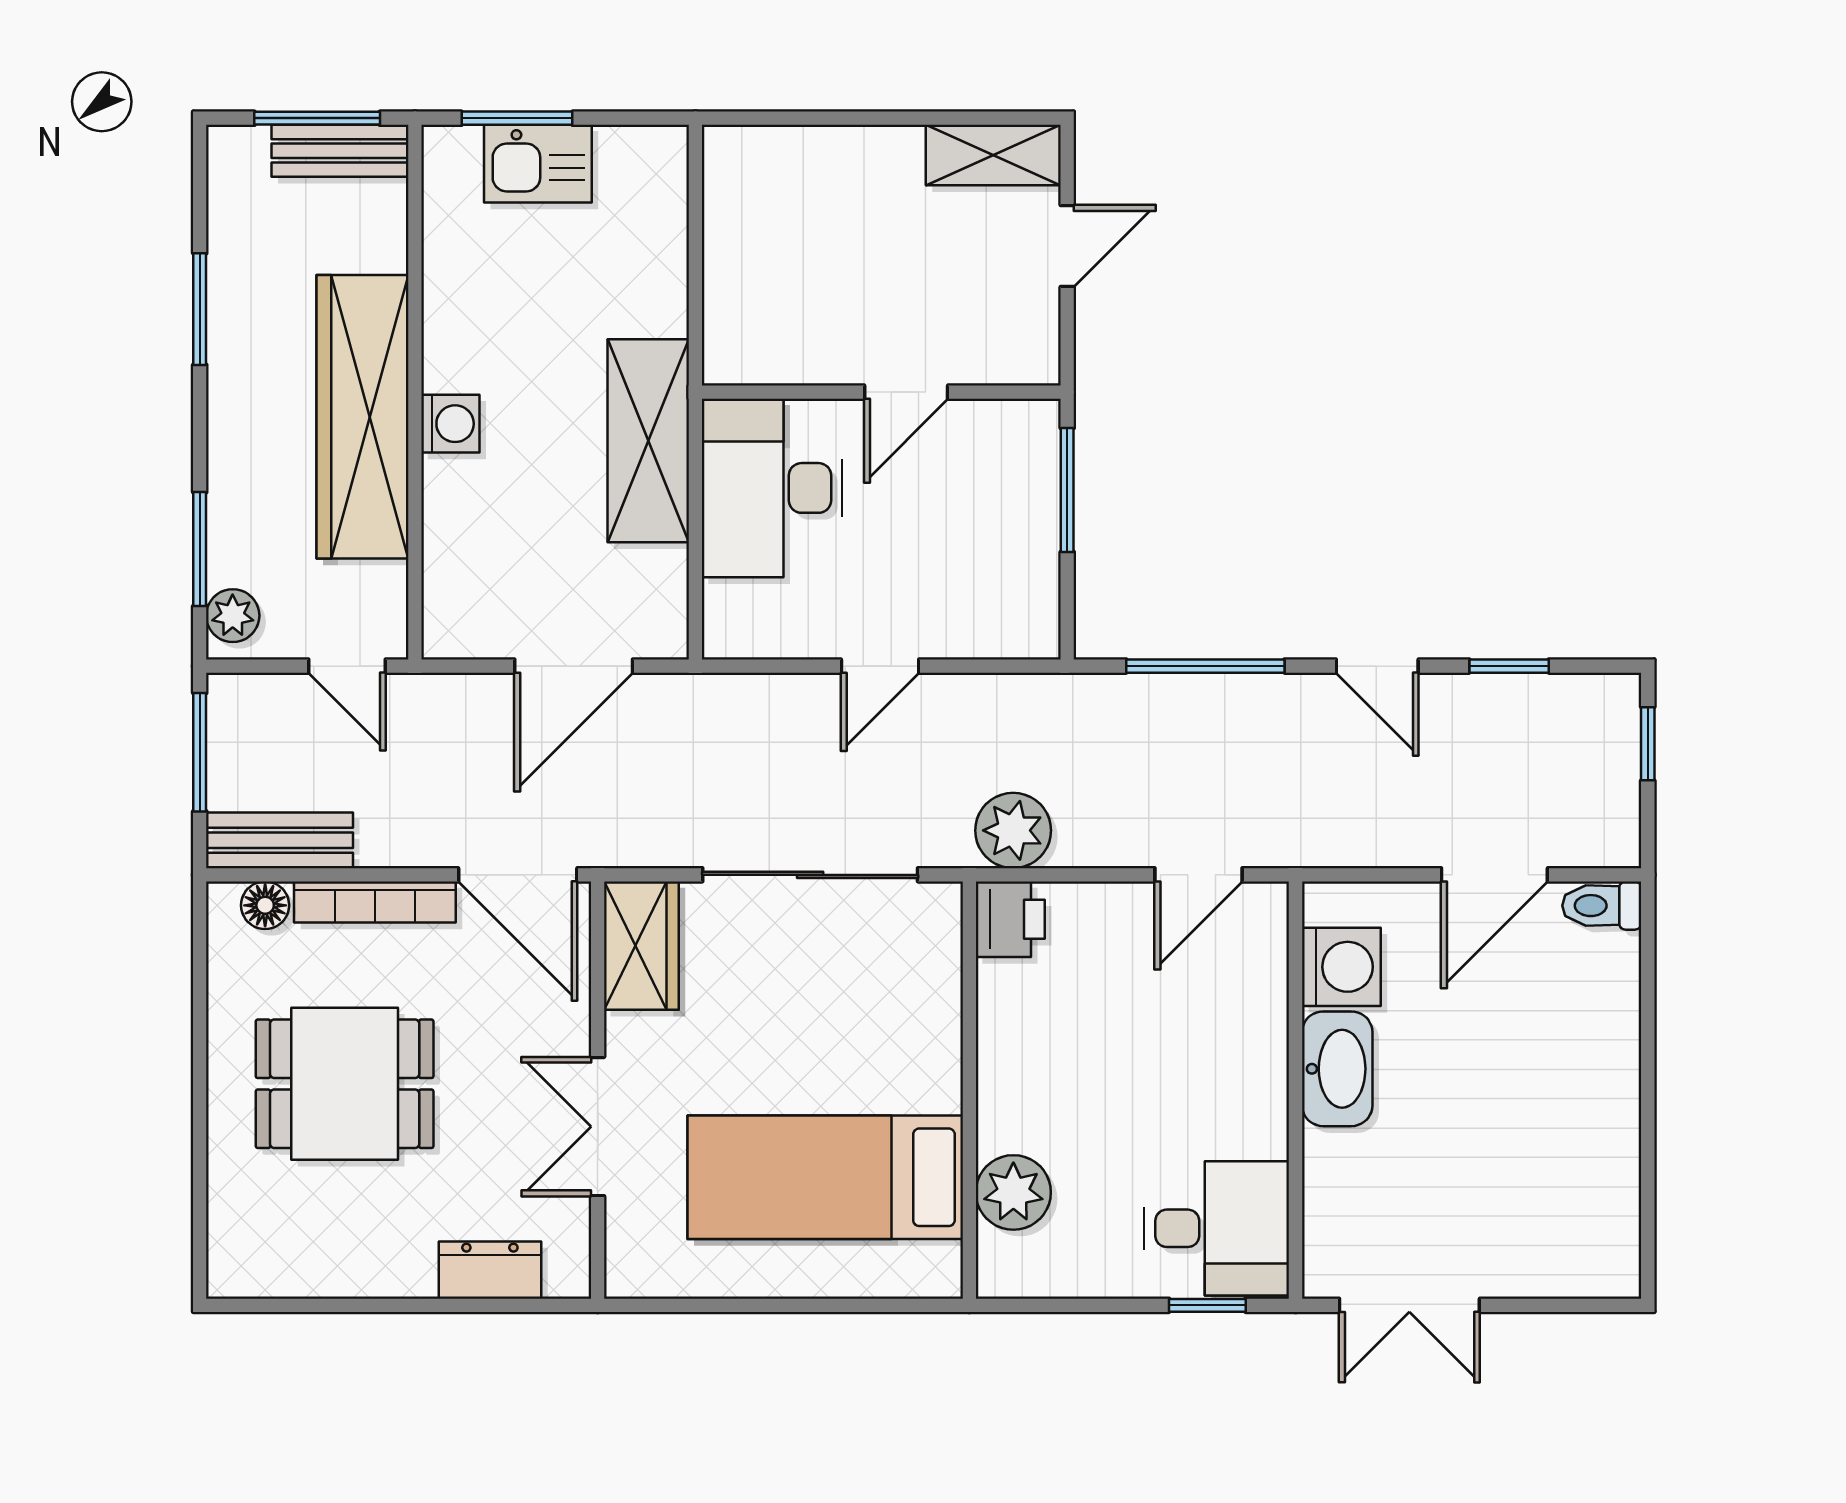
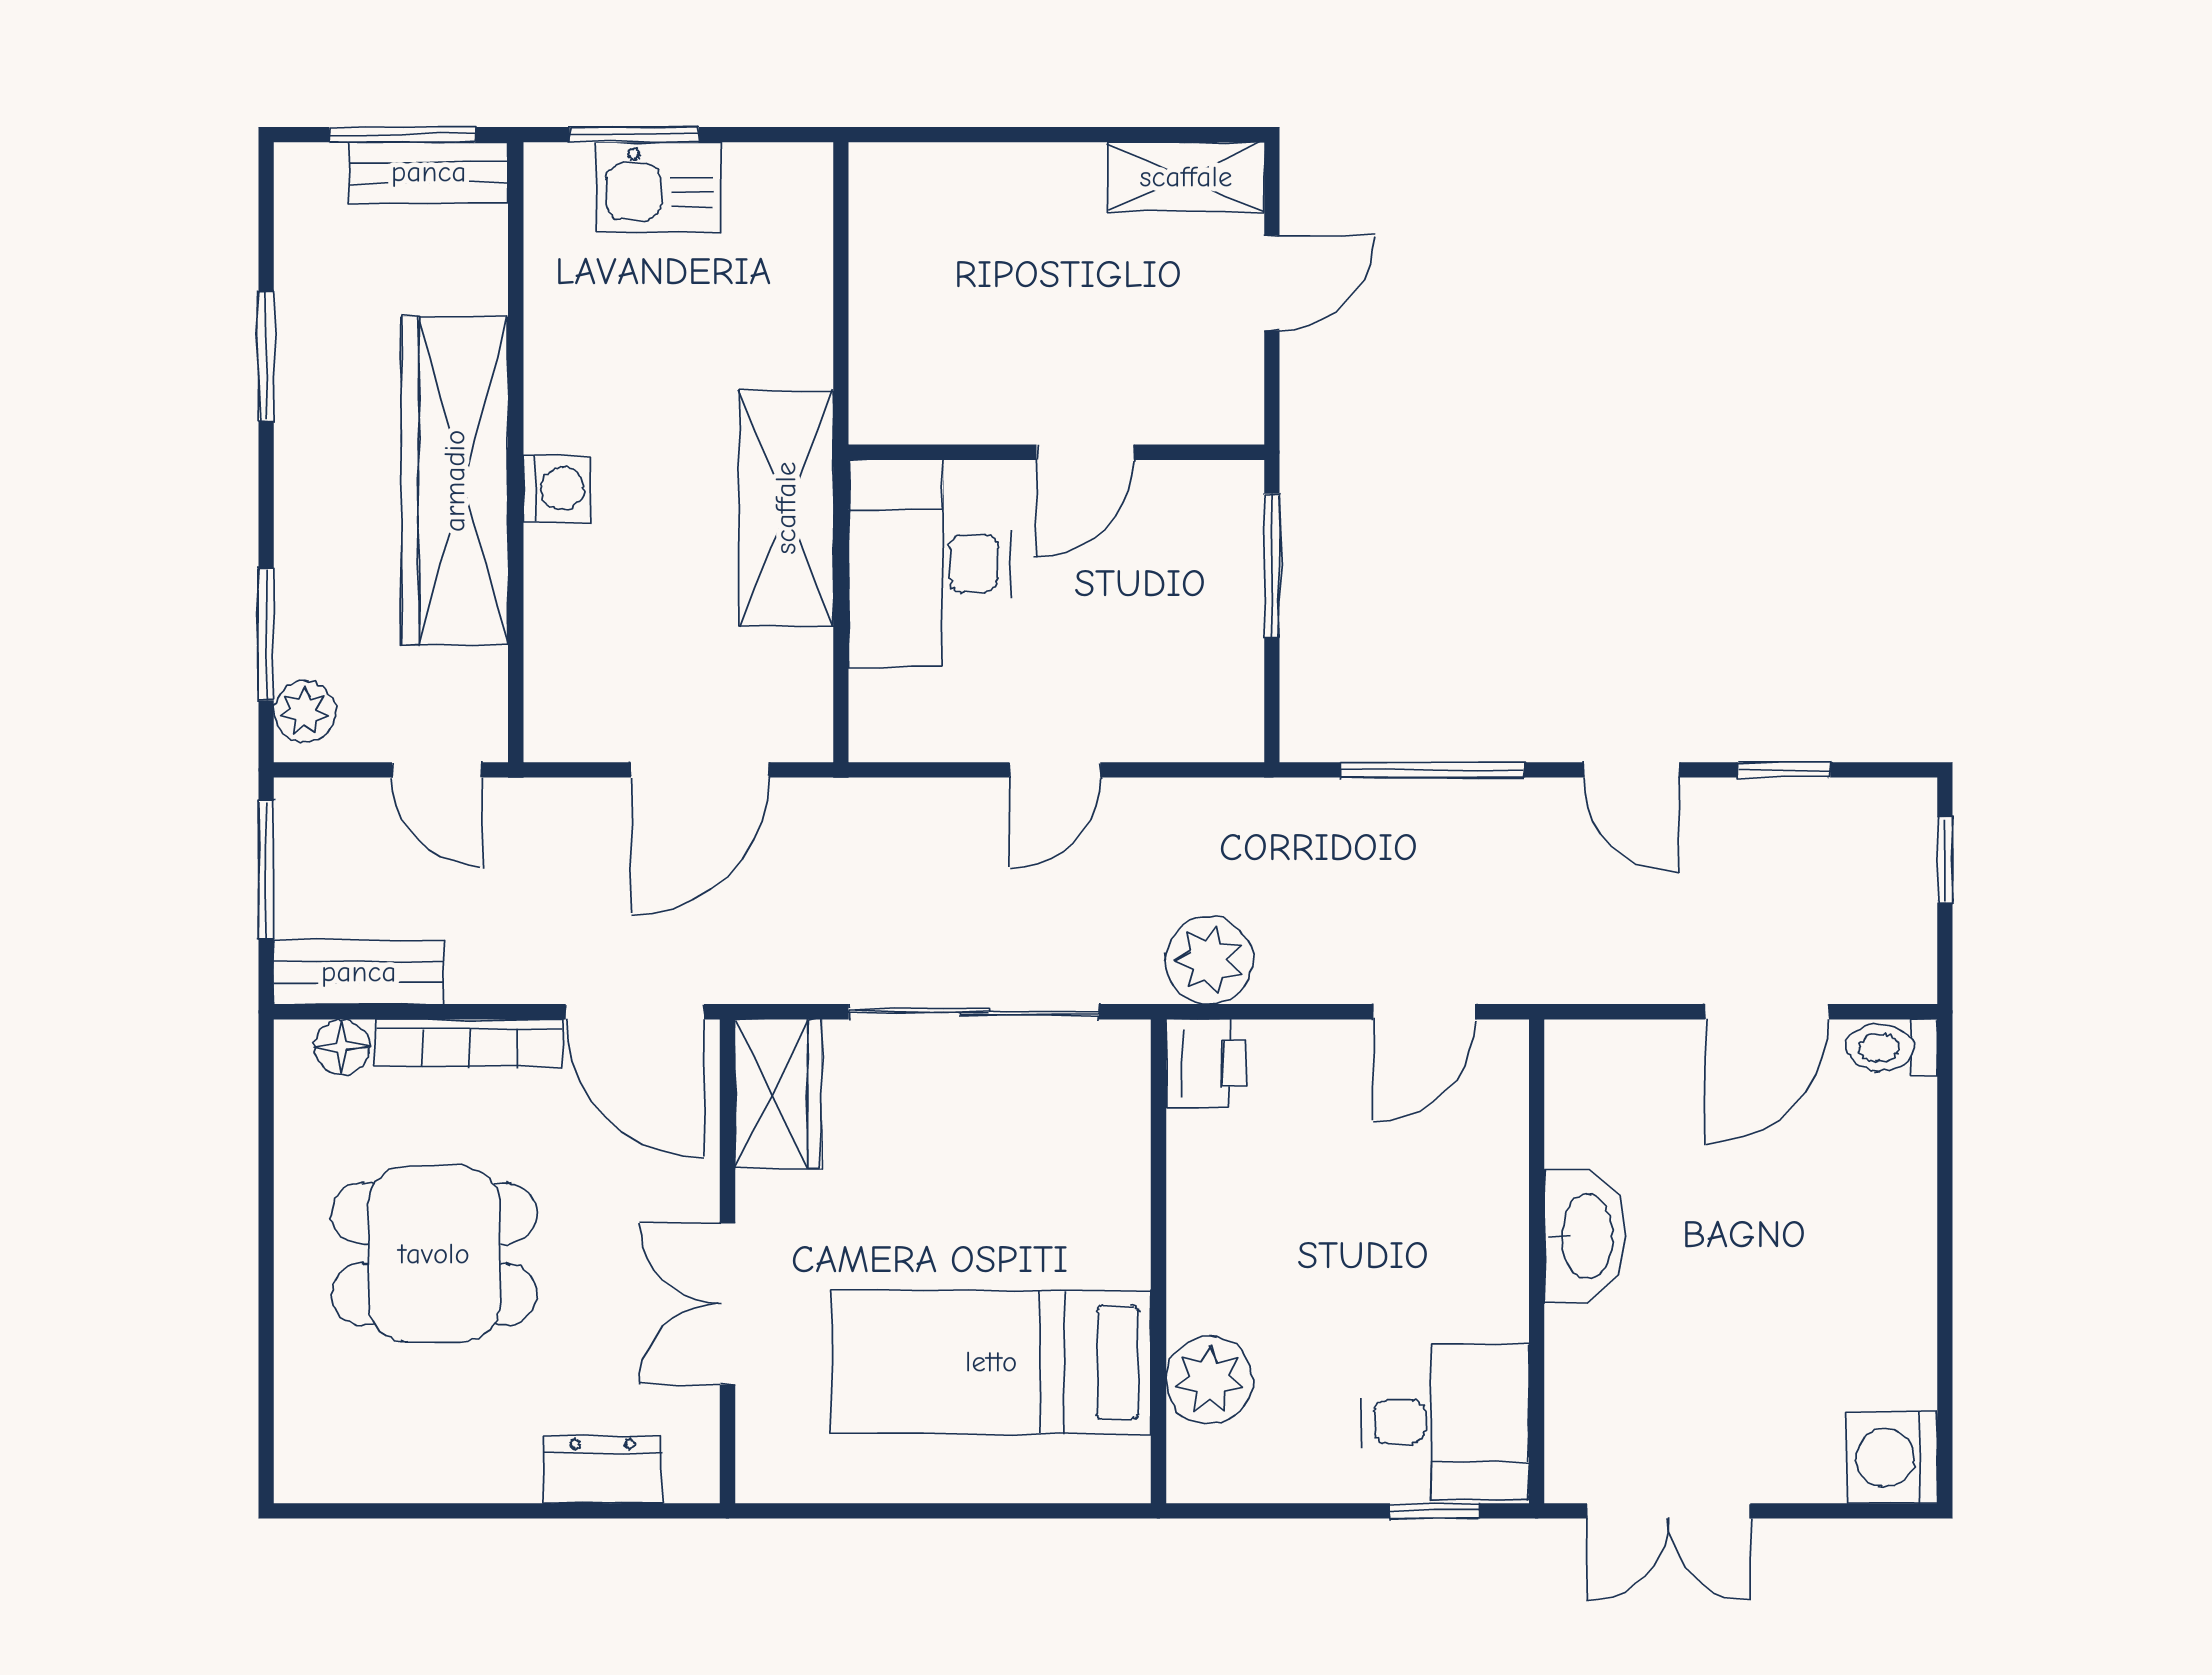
washing machine: (1341, 967) -> (1892, 1458), moved, turned 180

